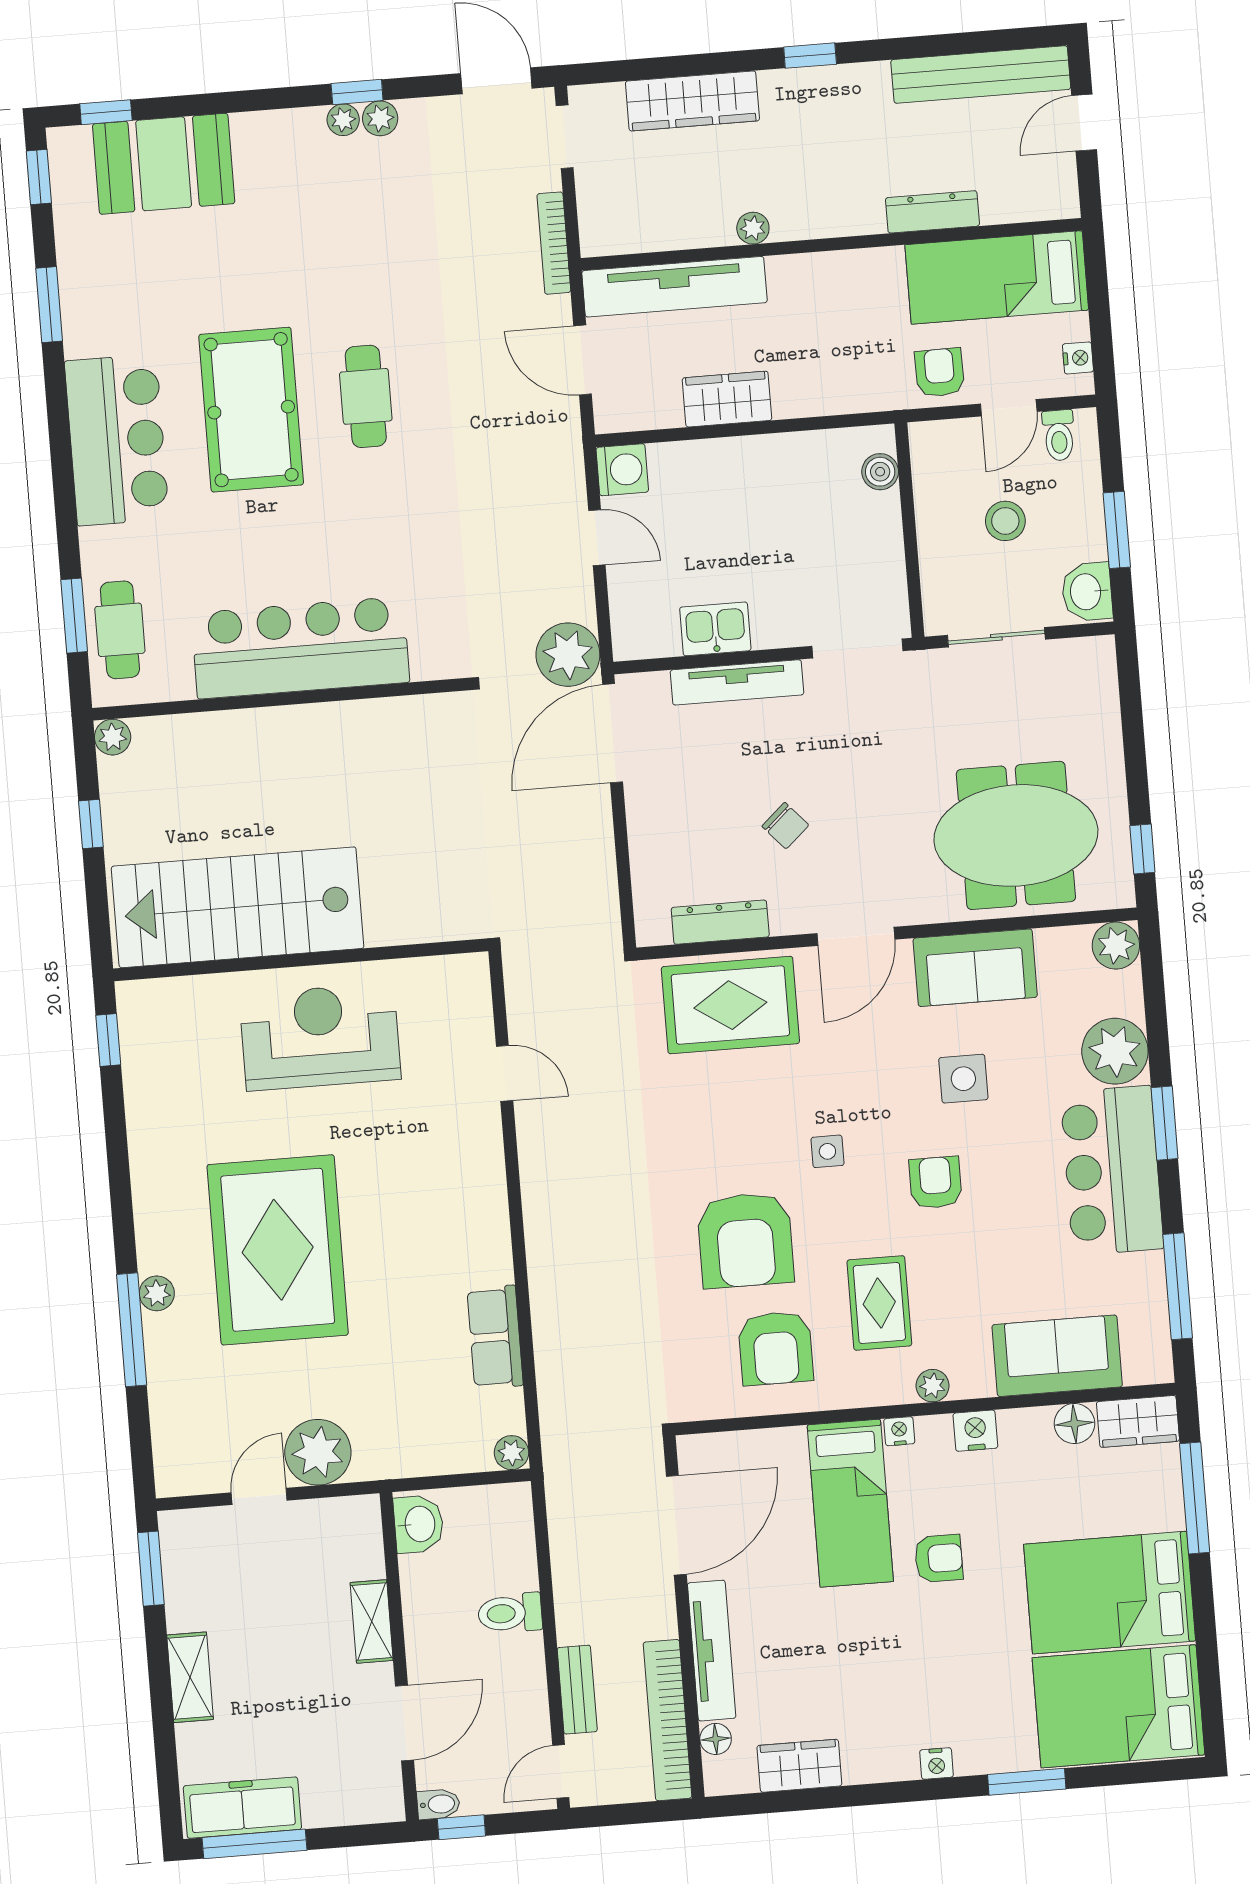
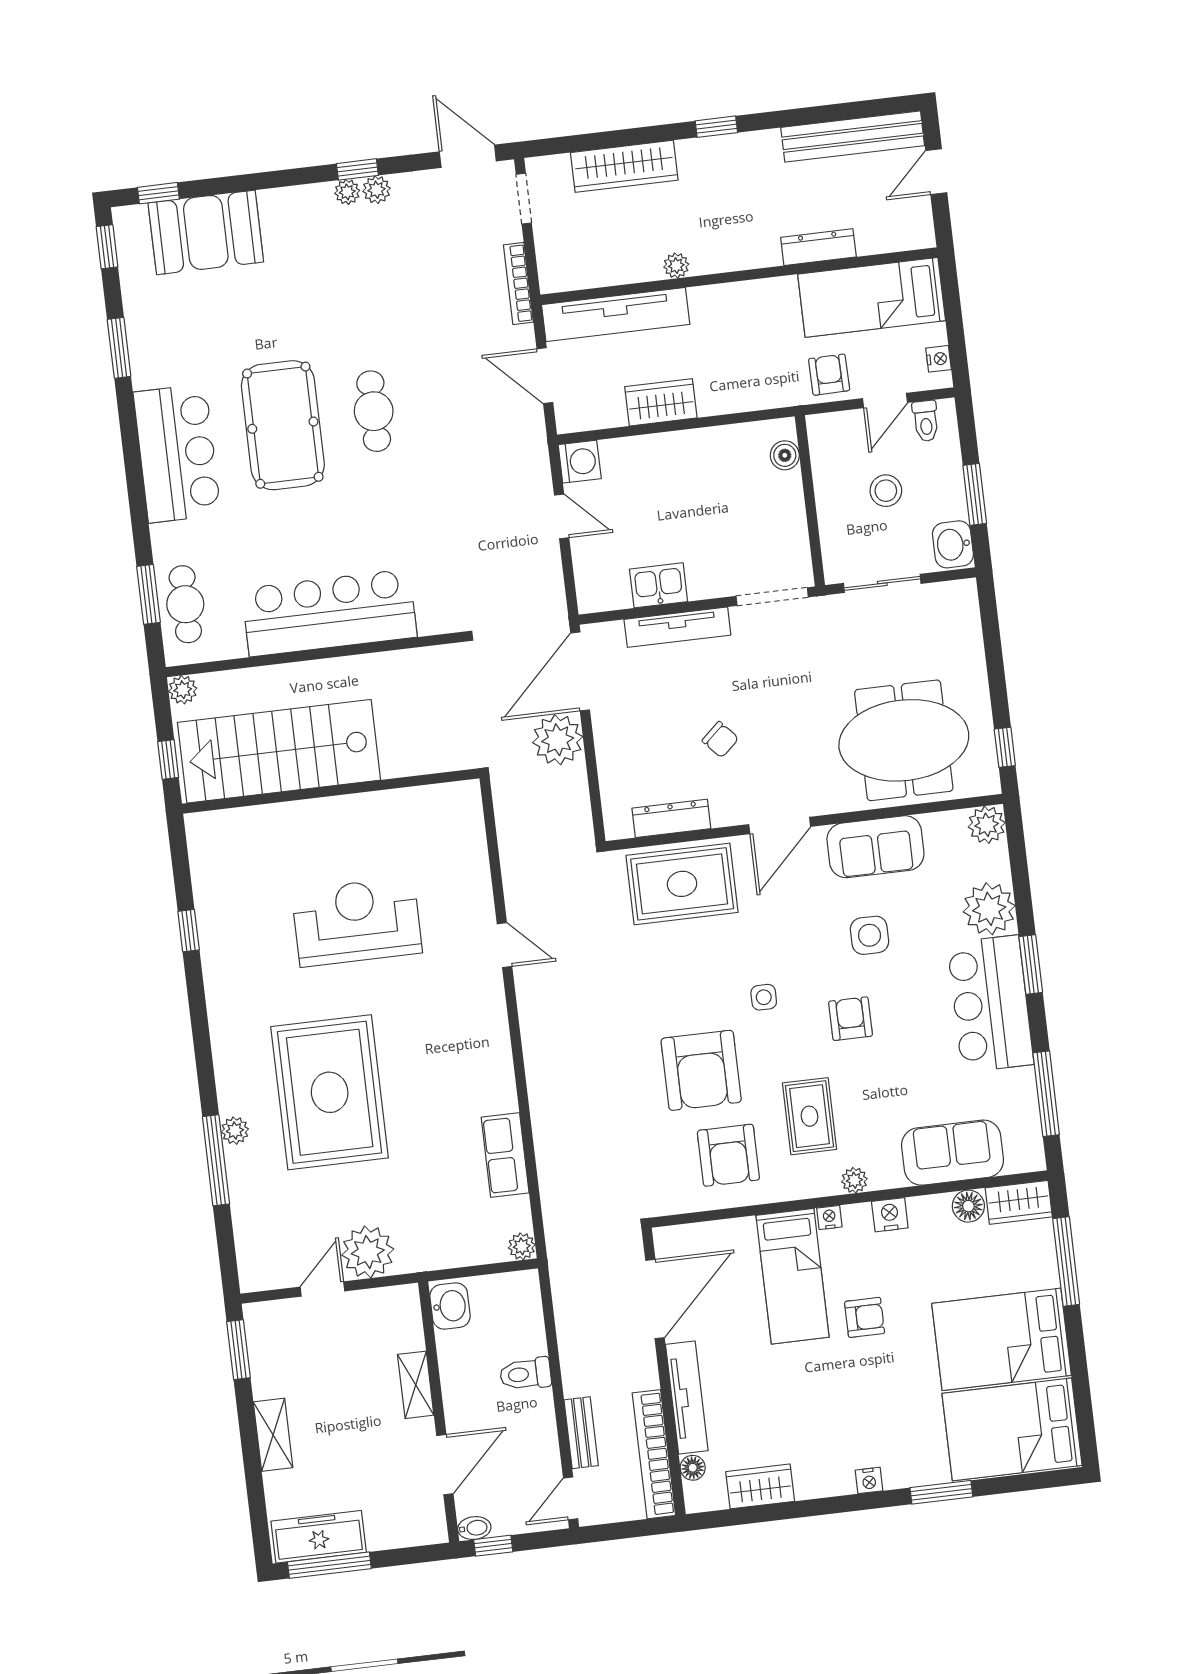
plant: (568, 655) -> (558, 740), moved
stairs: (238, 907) -> (279, 751), moved
wall: (301, 960) -> (331, 791), moved

